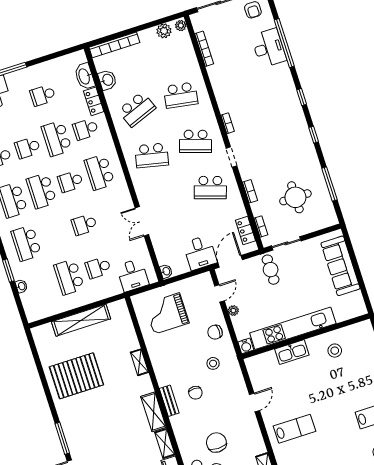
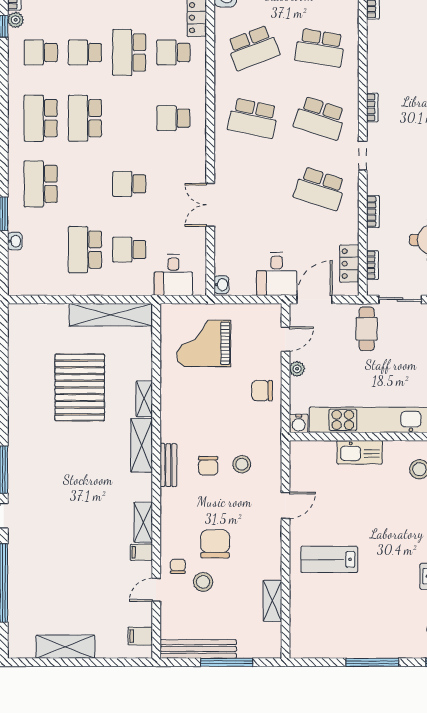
school desk: (99, 172) -> (173, 118), width x0.54
school desk: (70, 181) -> (129, 118), removed
shelving: (81, 320) -> (111, 315), moved
stool: (213, 363) -> (242, 464), moved
pallet: (76, 376) -> (80, 387), moved, turned 90
shelving: (153, 412) -> (142, 445), moved
lab bench: (294, 429) -> (329, 559), turned 180

